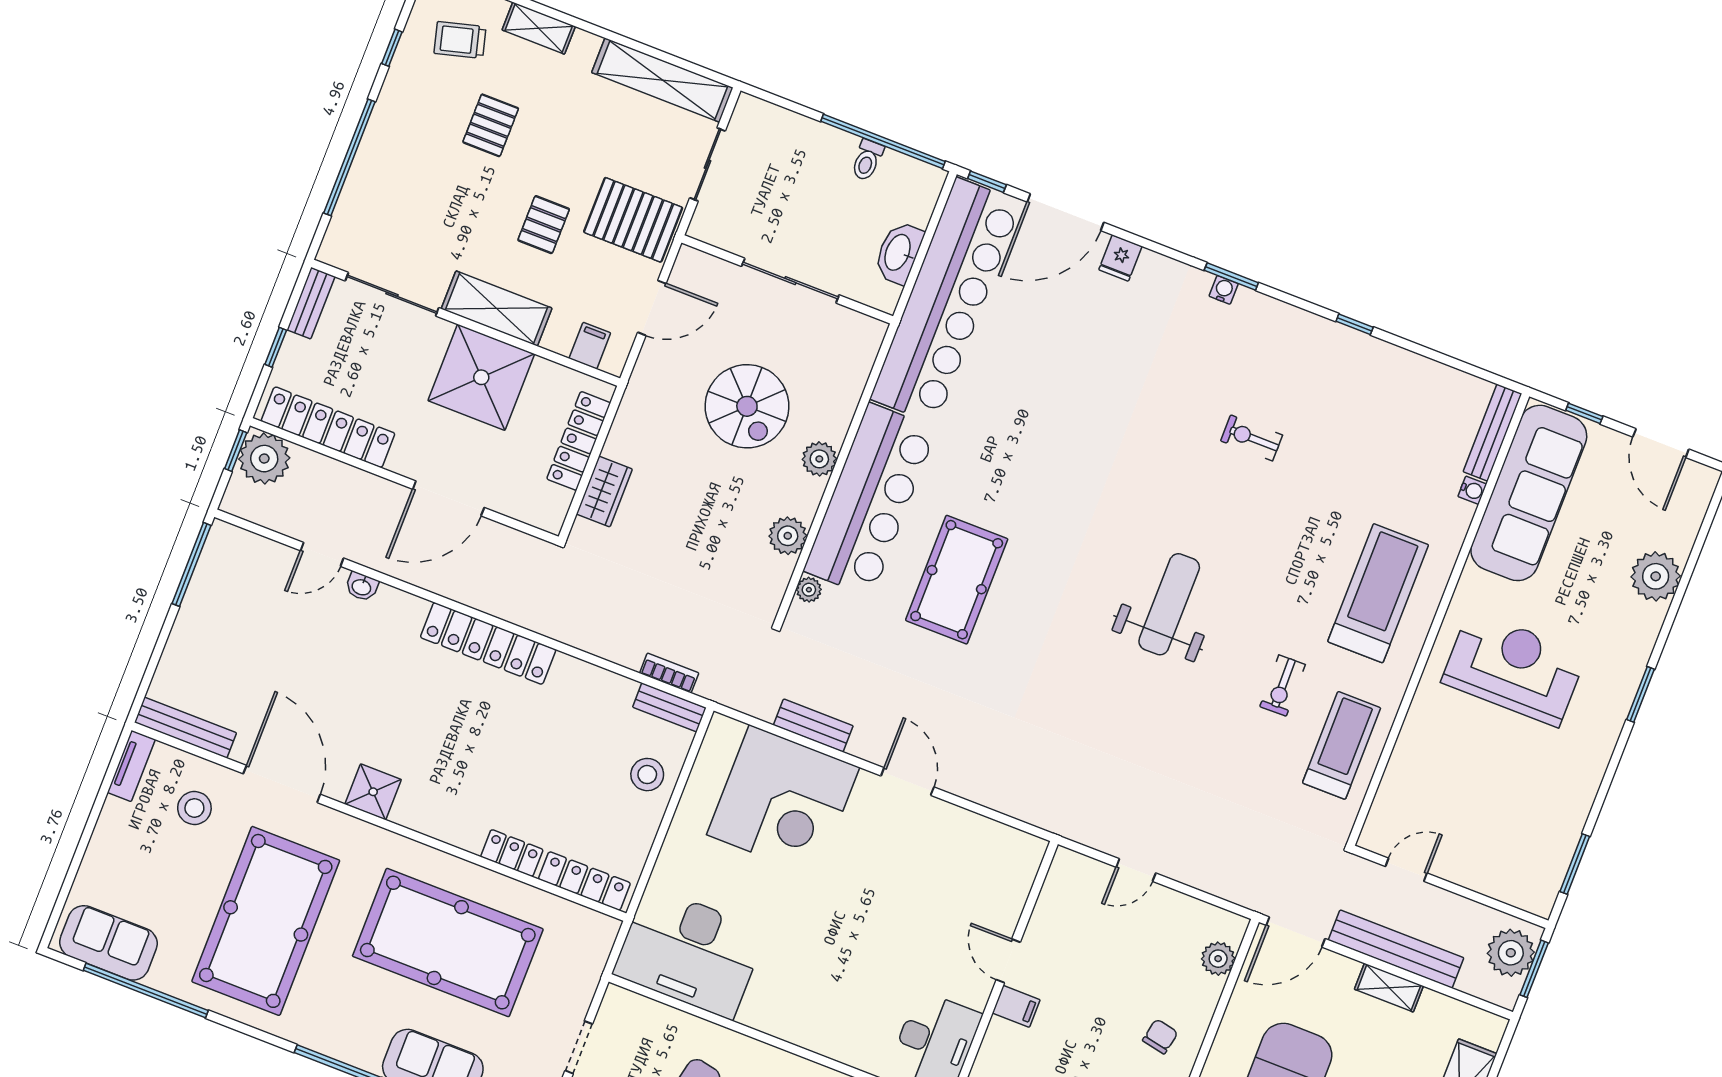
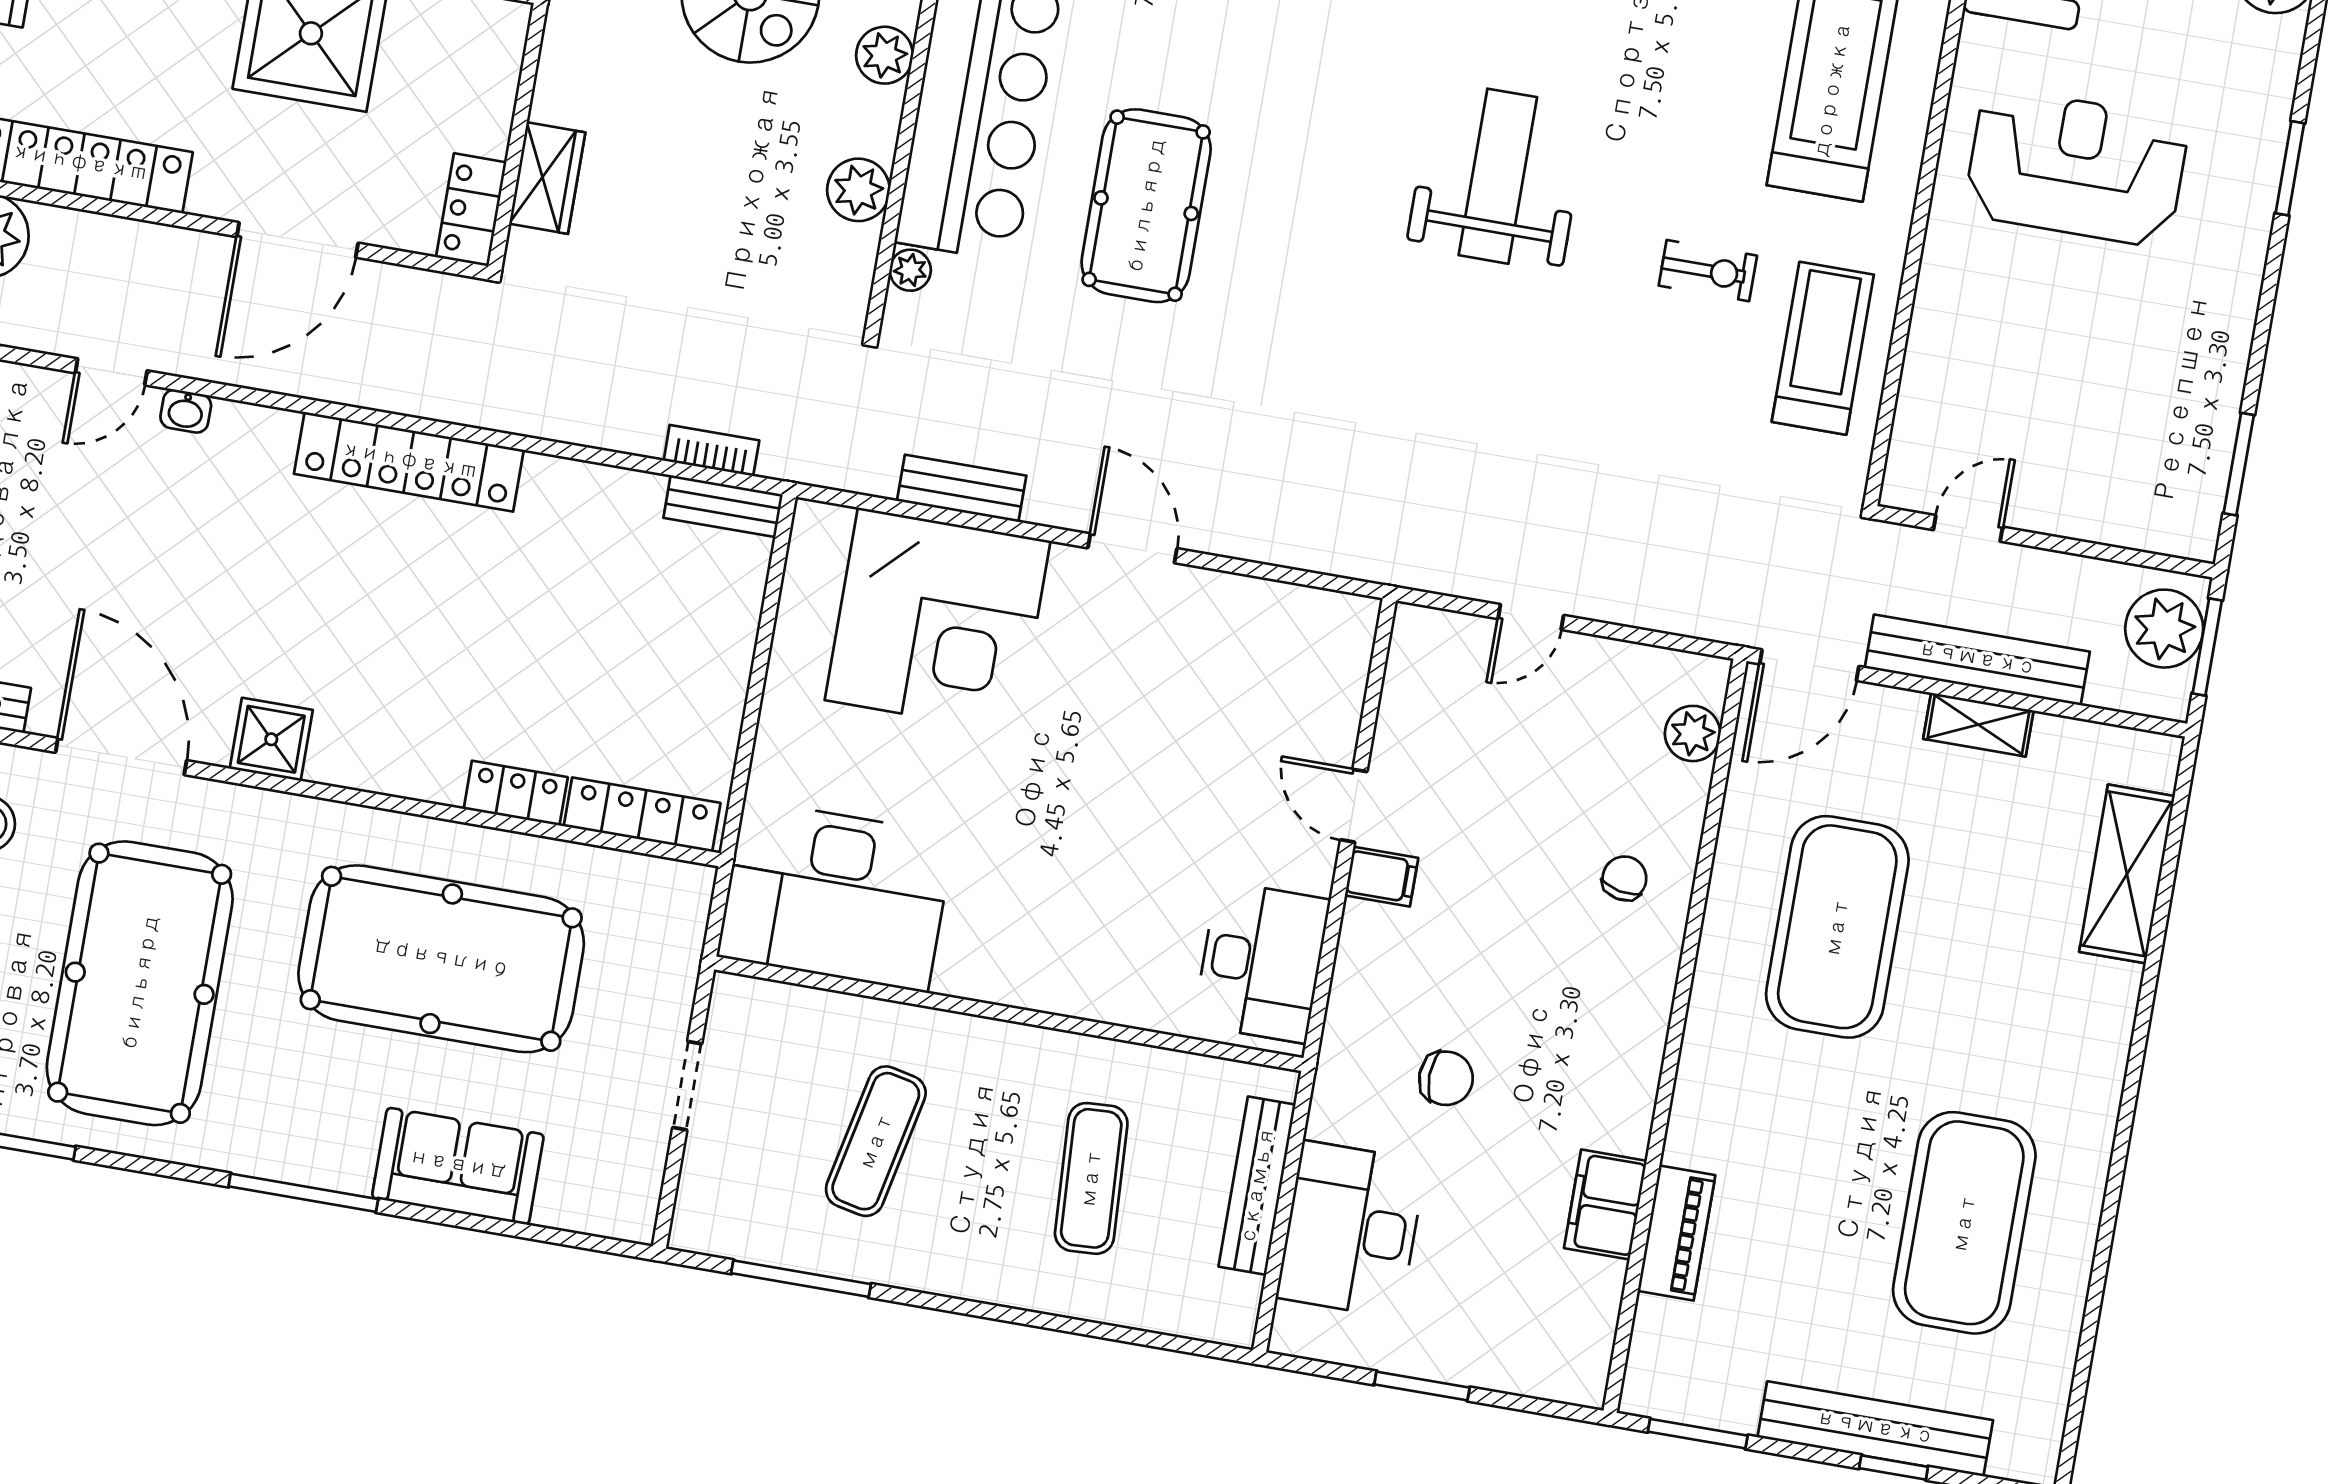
locker: (579, 441) -> (471, 210), moved, width x0.66
exercise bike: (1283, 686) -> (1708, 271), turned -89
stool: (647, 775) -> (709, 622), removed

